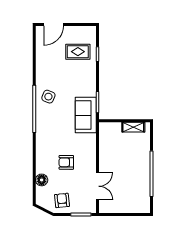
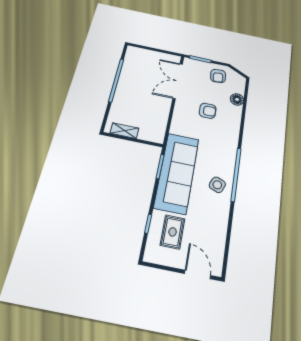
door: (54, 24) -> (198, 274), hinge flipped
rug: (78, 52) -> (173, 232), turned 90
sofa: (86, 115) -> (177, 173), width x1.85, depth x1.27
double door: (98, 186) -> (178, 81), width x1.37

